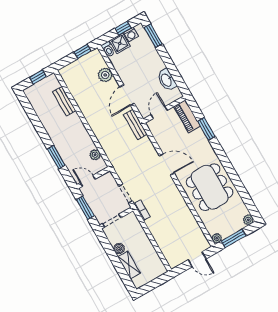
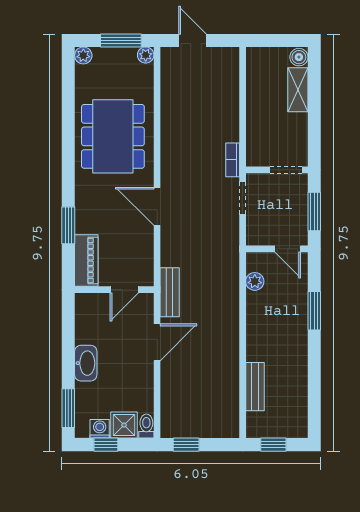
plant: (105, 75) -> (172, 391), removed
washbasin: (167, 80) -> (86, 363), moved
boiler: (119, 249) -> (299, 57), moved

